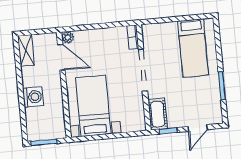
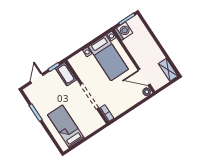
washing machine: (33, 97) -> (124, 31), moved, turned 180

